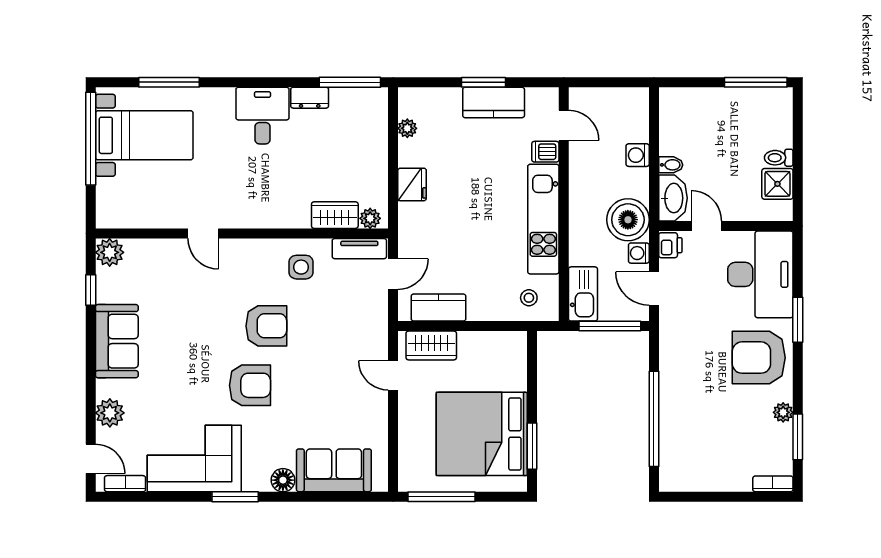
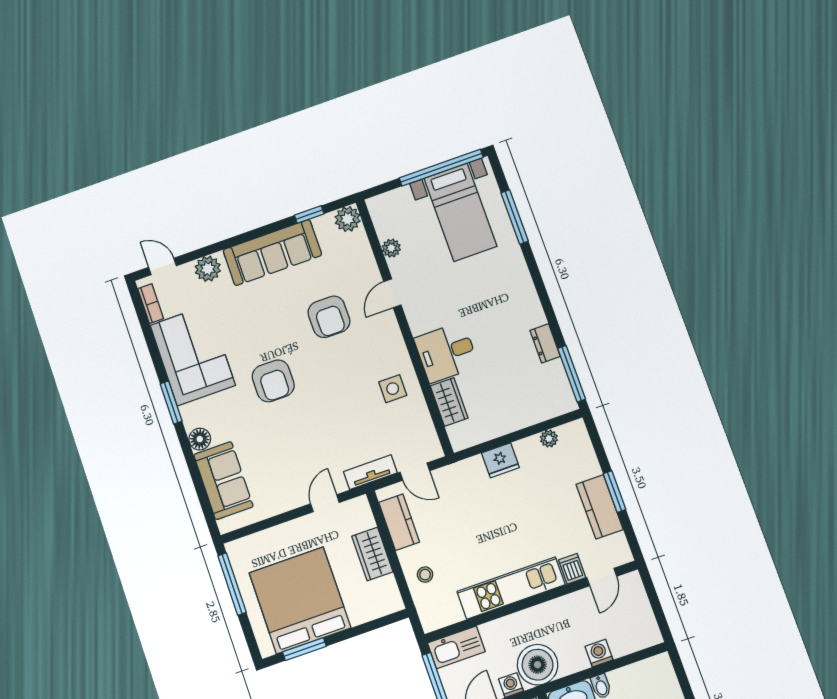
desk: (262, 116) -> (446, 352), moved, turned 180
plant: (370, 218) -> (391, 248), moved
tv unit: (359, 249) -> (370, 472), moved, turned 90
stool: (529, 298) -> (425, 575), moved
armchair: (266, 326) -> (329, 317), moved
sofa: (117, 341) -> (272, 253), width x1.36
wardrobe: (431, 345) -> (372, 554), moved
door: (91, 459) -> (162, 267), swing flipped

